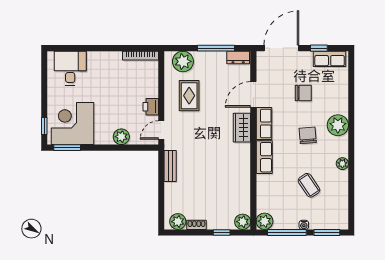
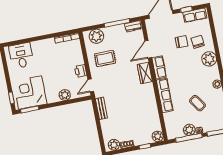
rug: (189, 96) -> (105, 58), turned 90
chair: (308, 135) -> (198, 42), moved
row of seats: (264, 157) -> (165, 95), width x1.48
plant: (265, 221) -> (189, 130), moved

